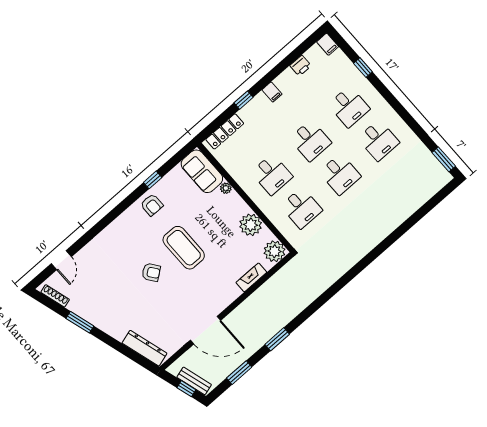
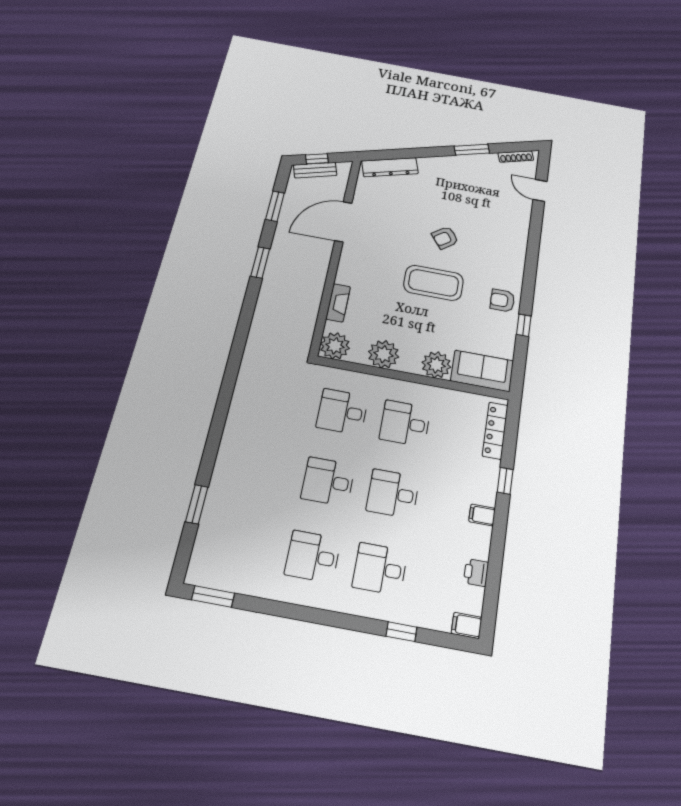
plant: (226, 188) -> (436, 365), width x1.88, depth x1.88
window: (418, 215) -> (197, 504), added

